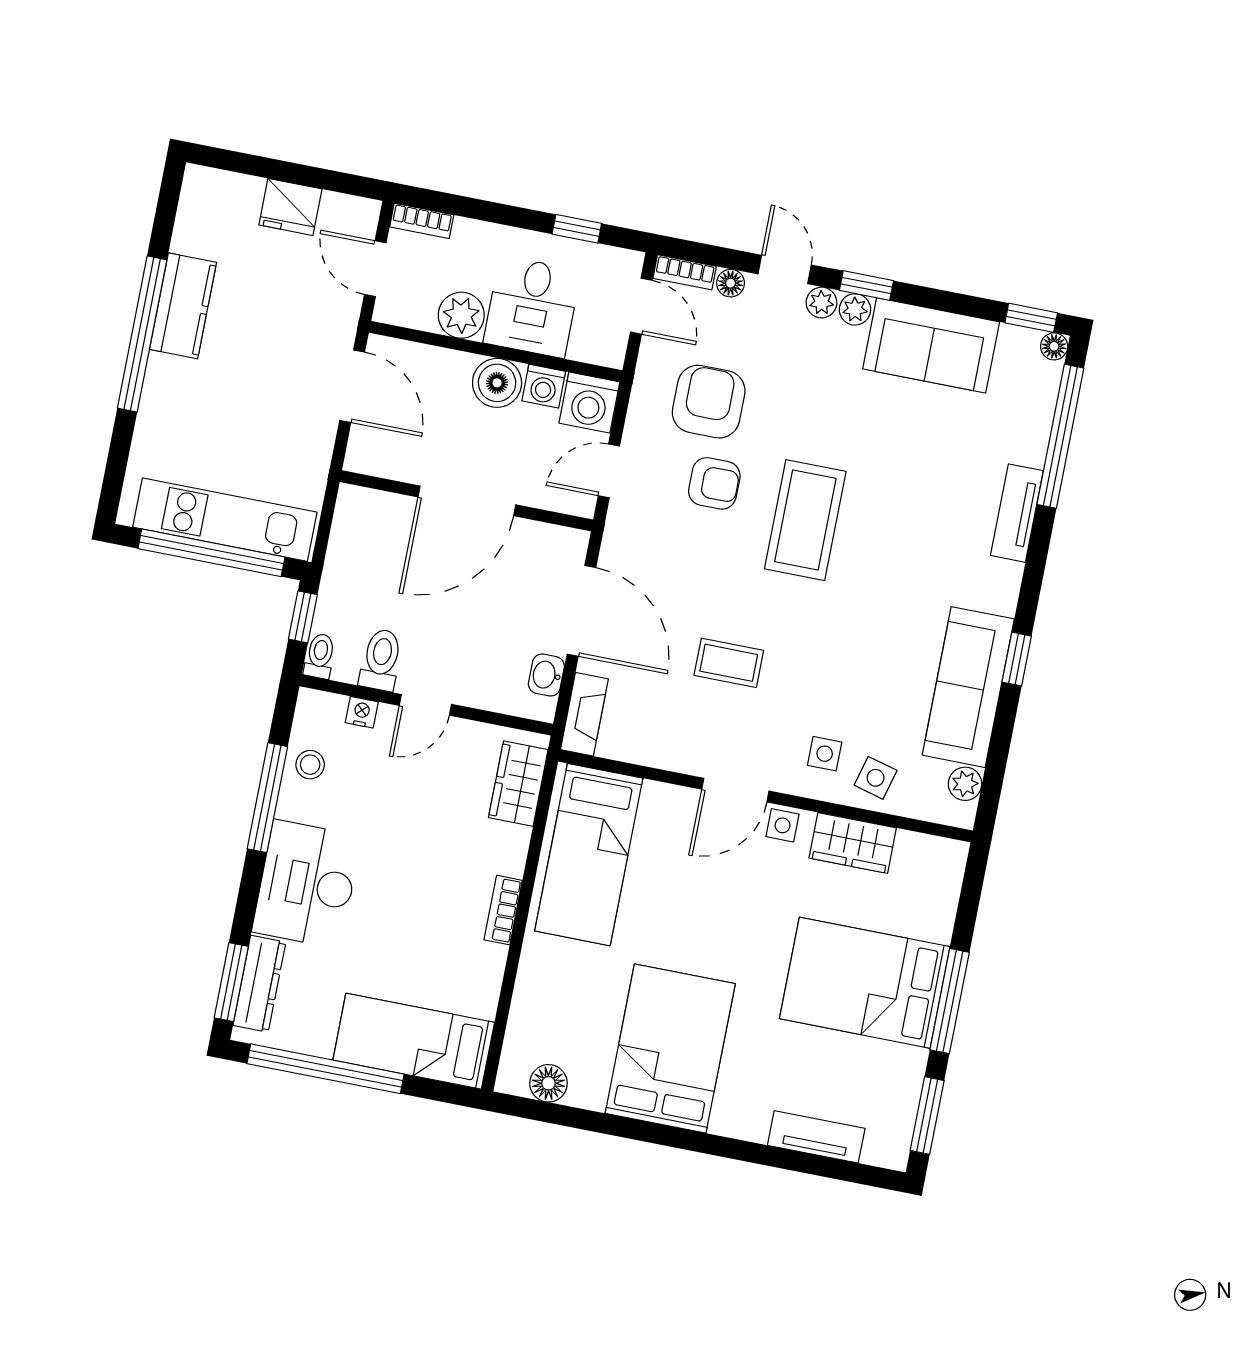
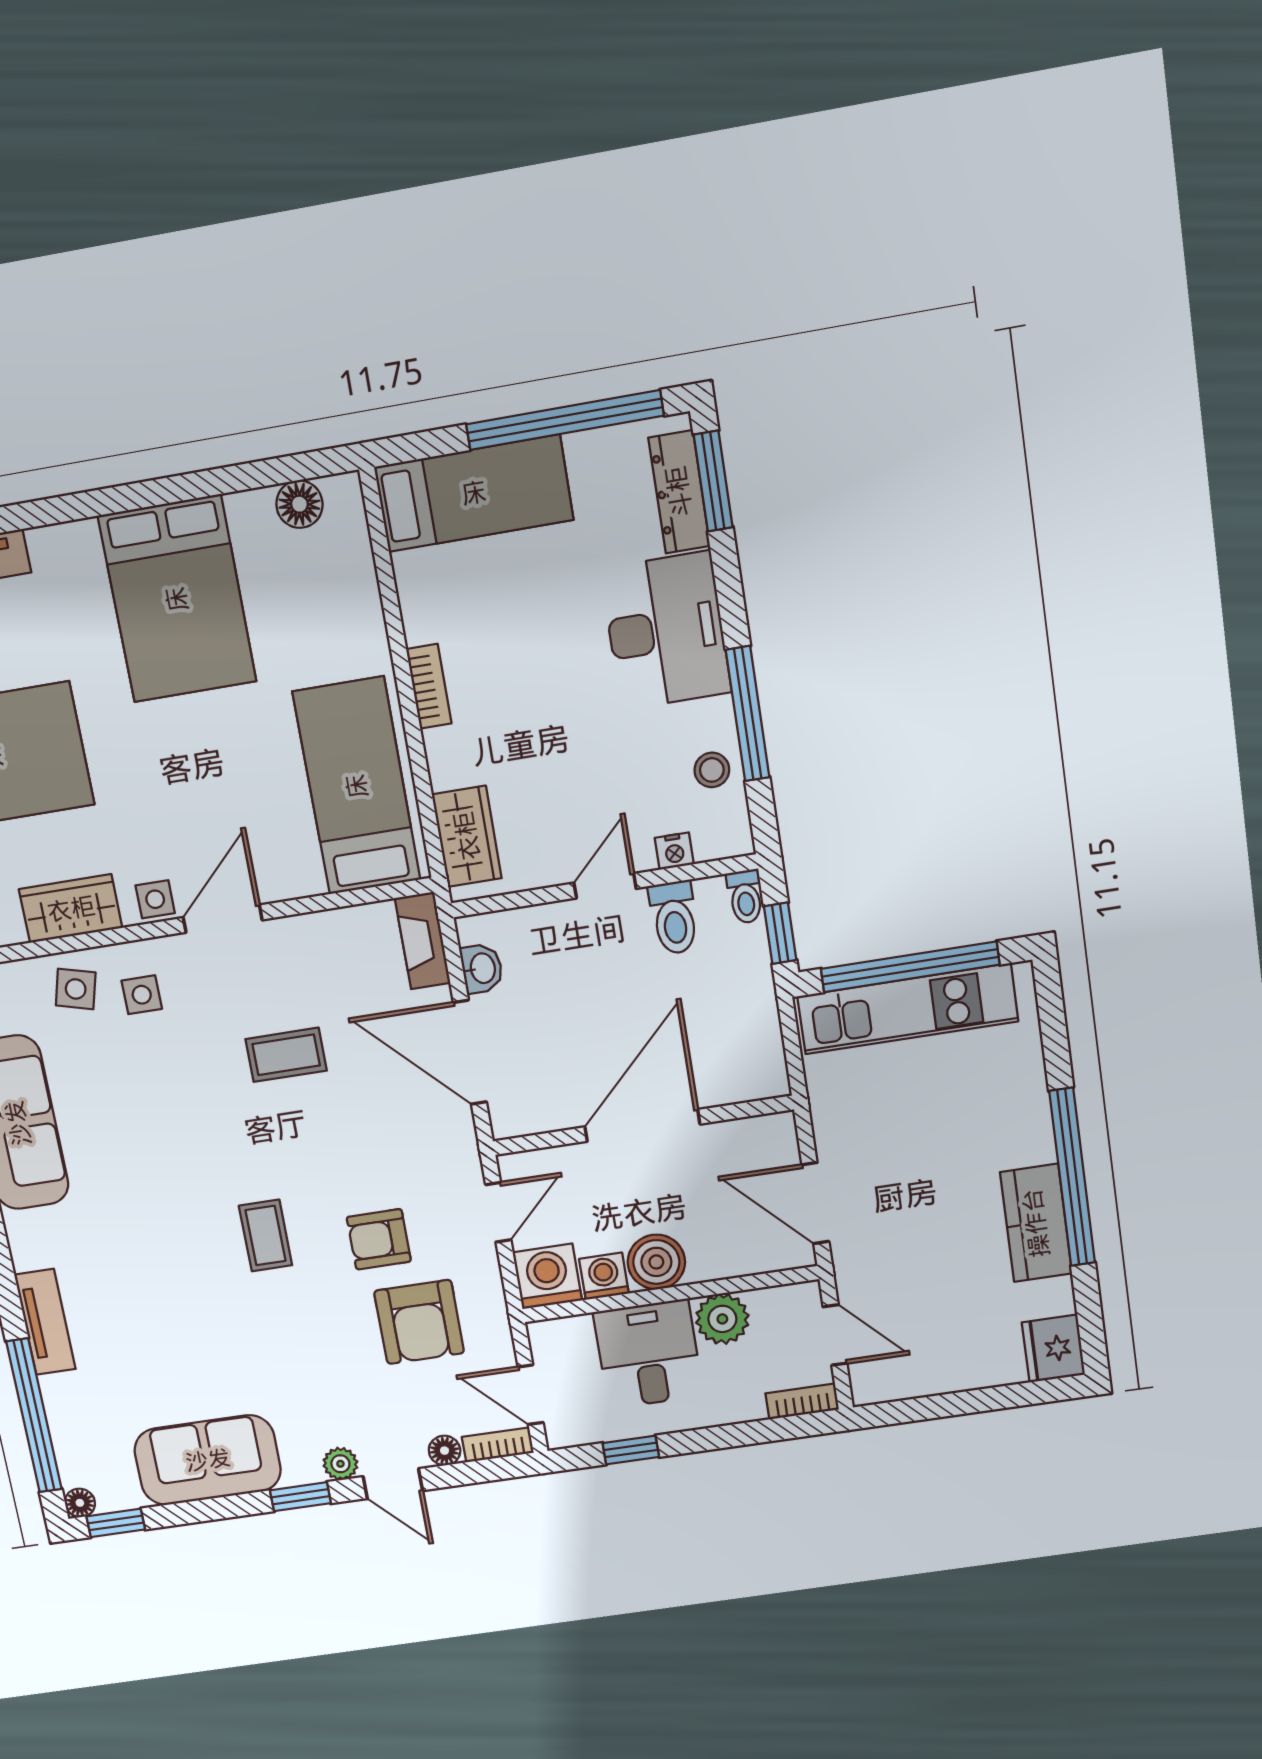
fridge: (290, 207) -> (1053, 1349), moved, turned -90
plant: (855, 309) -> (302, 1469), removed
coffee table: (805, 520) -> (265, 1236), width x0.54, depth x0.58

